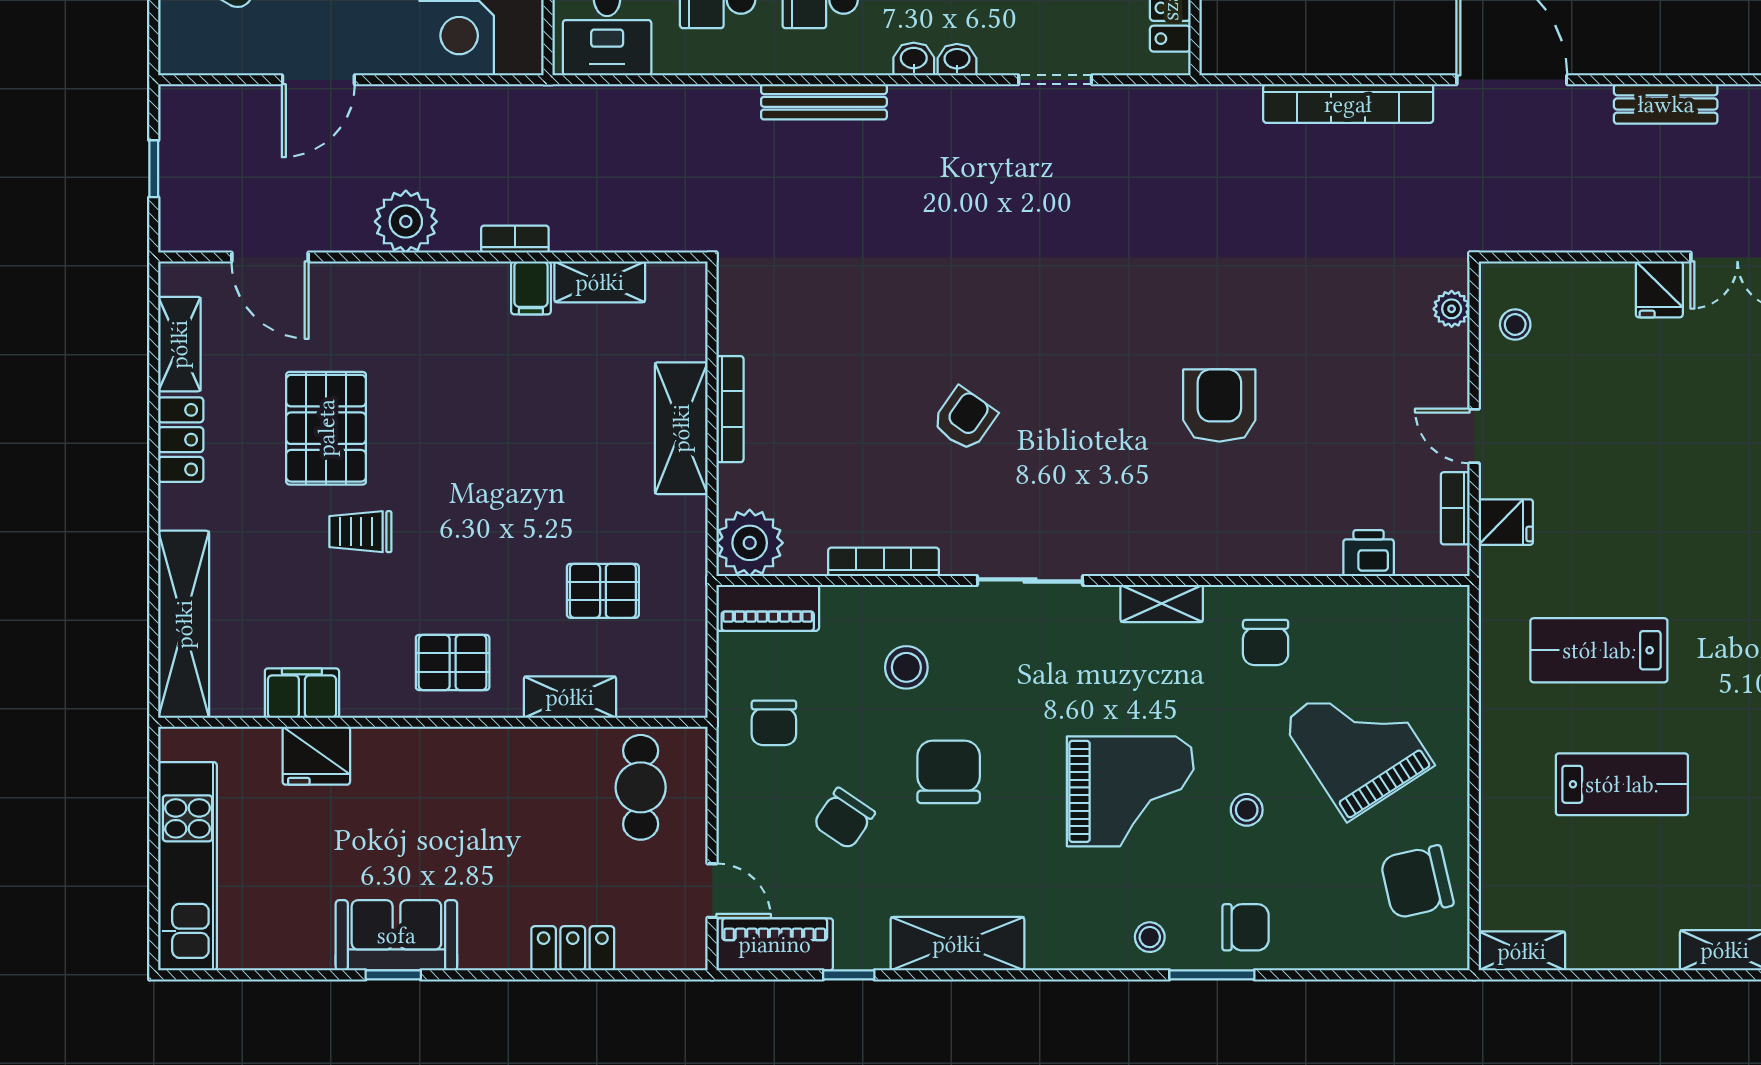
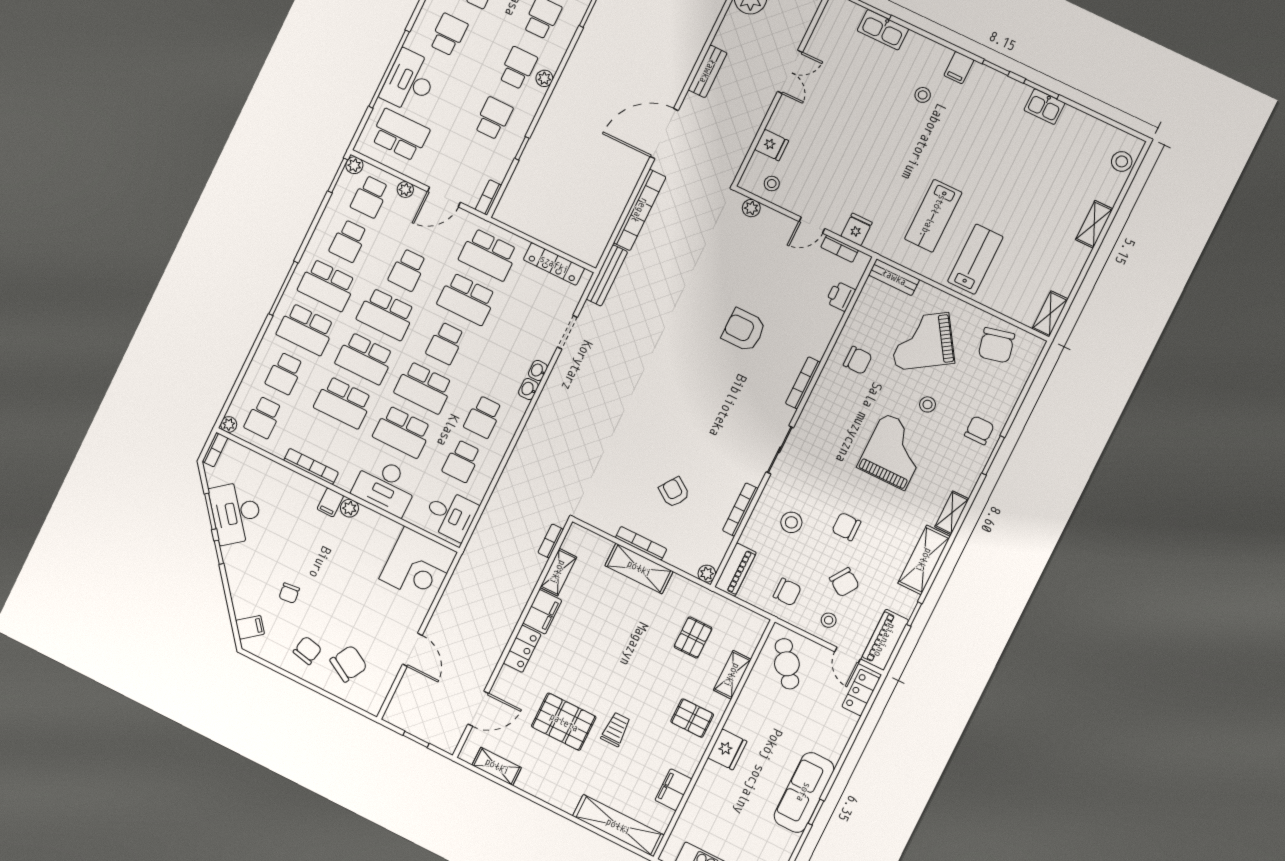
bench: (824, 102) -> (607, 275), moved
plant: (406, 222) -> (492, 643), removed
bookcase: (515, 239) -> (551, 541), moved
filing cabinet: (531, 288) -> (542, 612), width x2.00
fridge: (1659, 289) -> (772, 145), moved
armchair: (965, 419) -> (674, 492), moved
locker: (181, 440) -> (522, 649), moved, turned 90
trolley: (360, 532) -> (616, 729), turned 180
plant: (750, 543) -> (707, 574), width x0.53, depth x0.53
bookcase: (1175, 562) -> (803, 383), added
shelving: (1162, 603) -> (952, 513), moved
bench: (1451, 634) -> (894, 277), added
pallet: (453, 662) -> (692, 718), turned 90
fridge: (316, 756) -> (727, 749), moved
chair: (949, 772) -> (846, 527), width x0.73, depth x0.73
lab bench: (1622, 784) -> (975, 259), moved
cafe table: (641, 787) -> (787, 664), turned 54
door: (712, 891) -> (848, 655), swing flipped
sofa: (396, 935) -> (804, 792), width x1.36
stool: (1150, 937) -> (829, 620), moved
locker: (573, 948) -> (861, 693), moved

